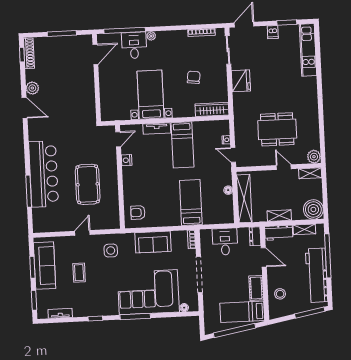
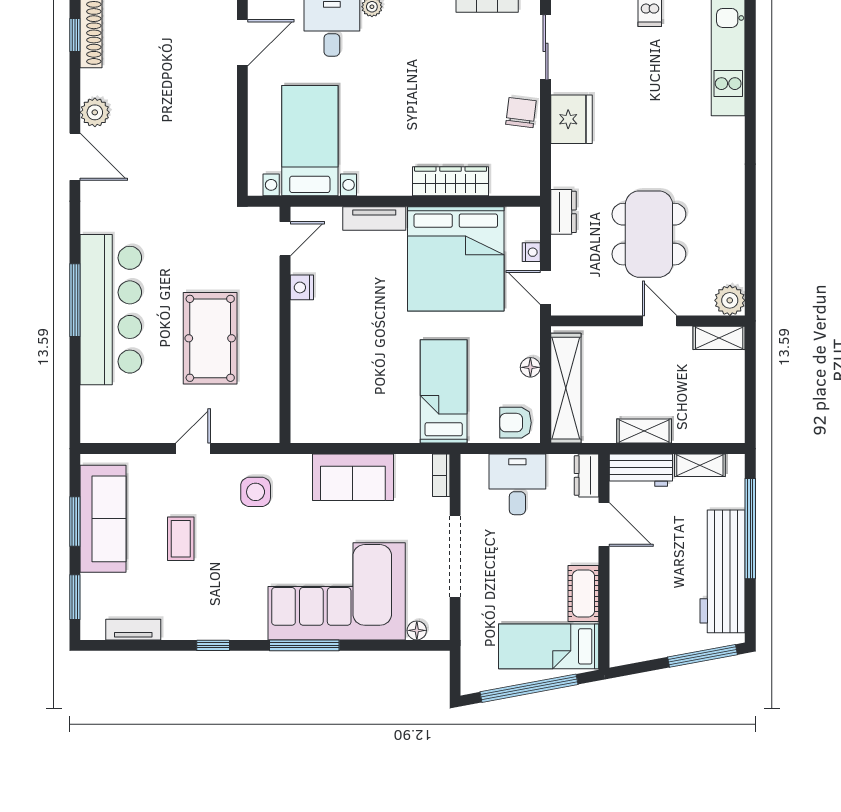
chair: (194, 77) -> (521, 113), moved
bed with nightstands: (151, 95) -> (310, 141), moved
wardrobe: (212, 109) -> (451, 181), moved
dresser: (239, 122) -> (564, 212), added
dining table: (277, 129) -> (649, 234), turned 90
bed: (183, 145) -> (456, 259), width x2.04
window: (29, 191) -> (75, 300), moved
boiler: (313, 209) -> (723, 421), removed
armchair: (138, 213) -> (516, 423), moved
stool: (280, 294) -> (637, 610), removed

